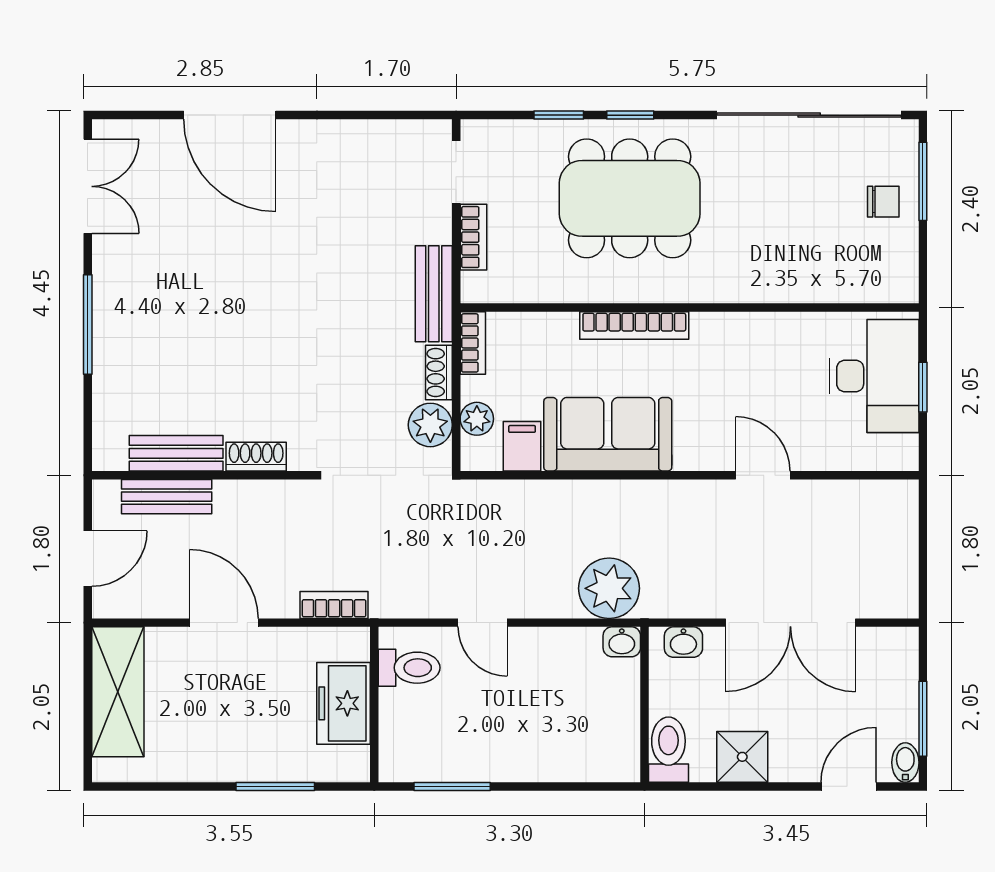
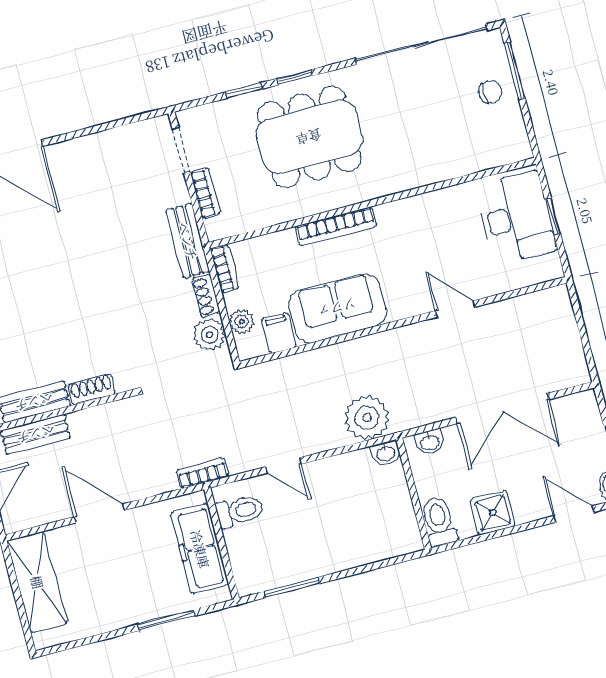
bookcase: (334, 605) -> (203, 473), moved
freezer: (344, 703) -> (200, 549), width x1.40
door: (849, 786) -> (574, 514), hinge flipped

